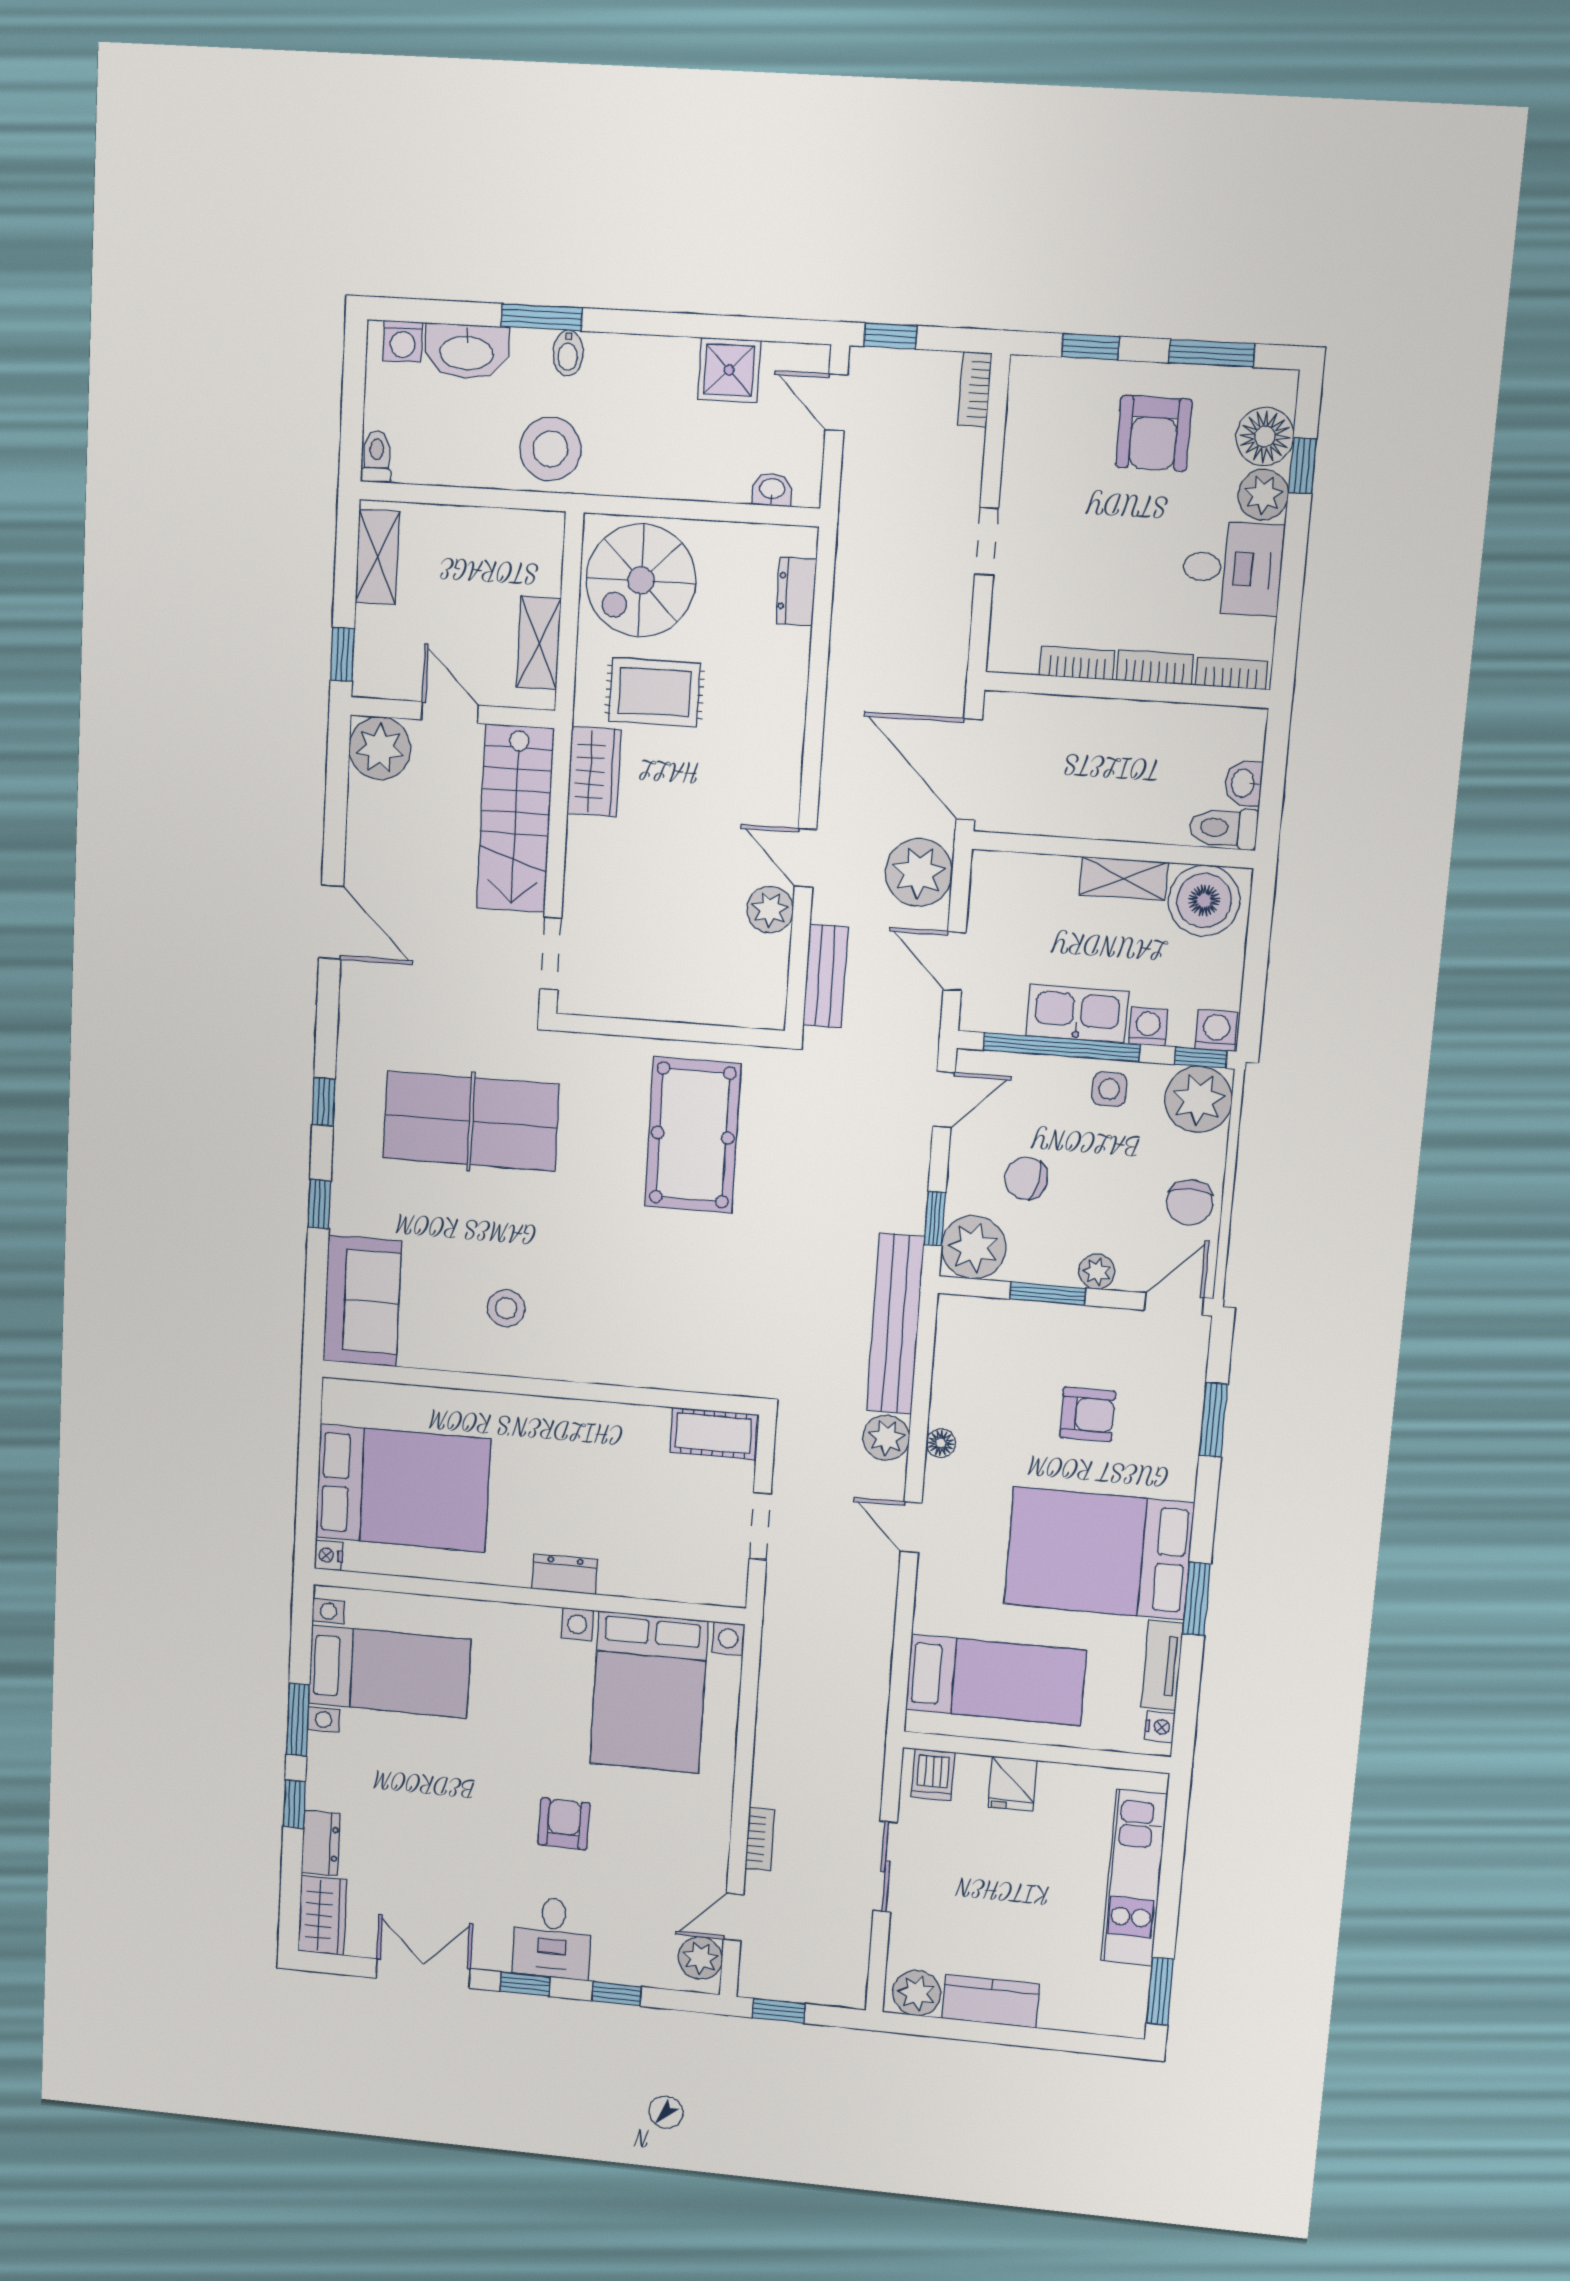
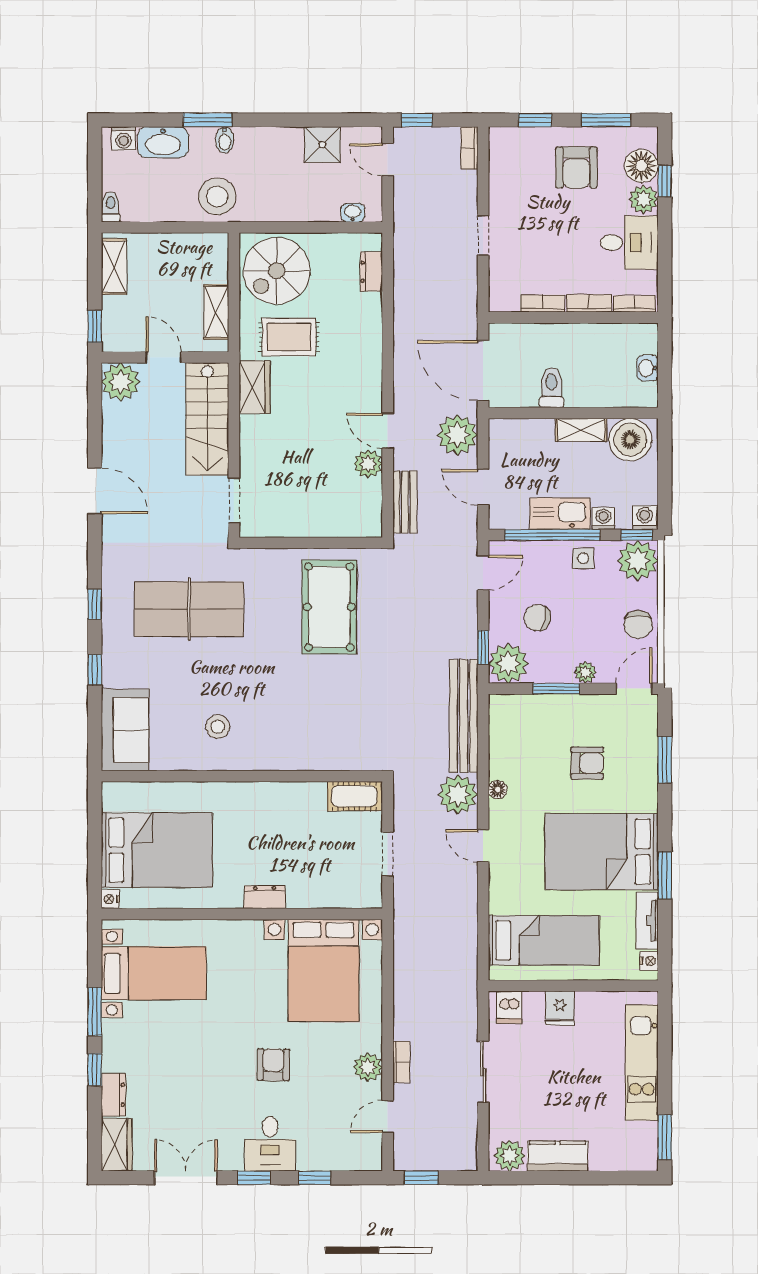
toilet: (1224, 828) -> (551, 388), moved, turned 90
plant: (886, 1438) -> (458, 795), width x1.36, depth x1.36
plant: (700, 1958) -> (368, 1067), moved

